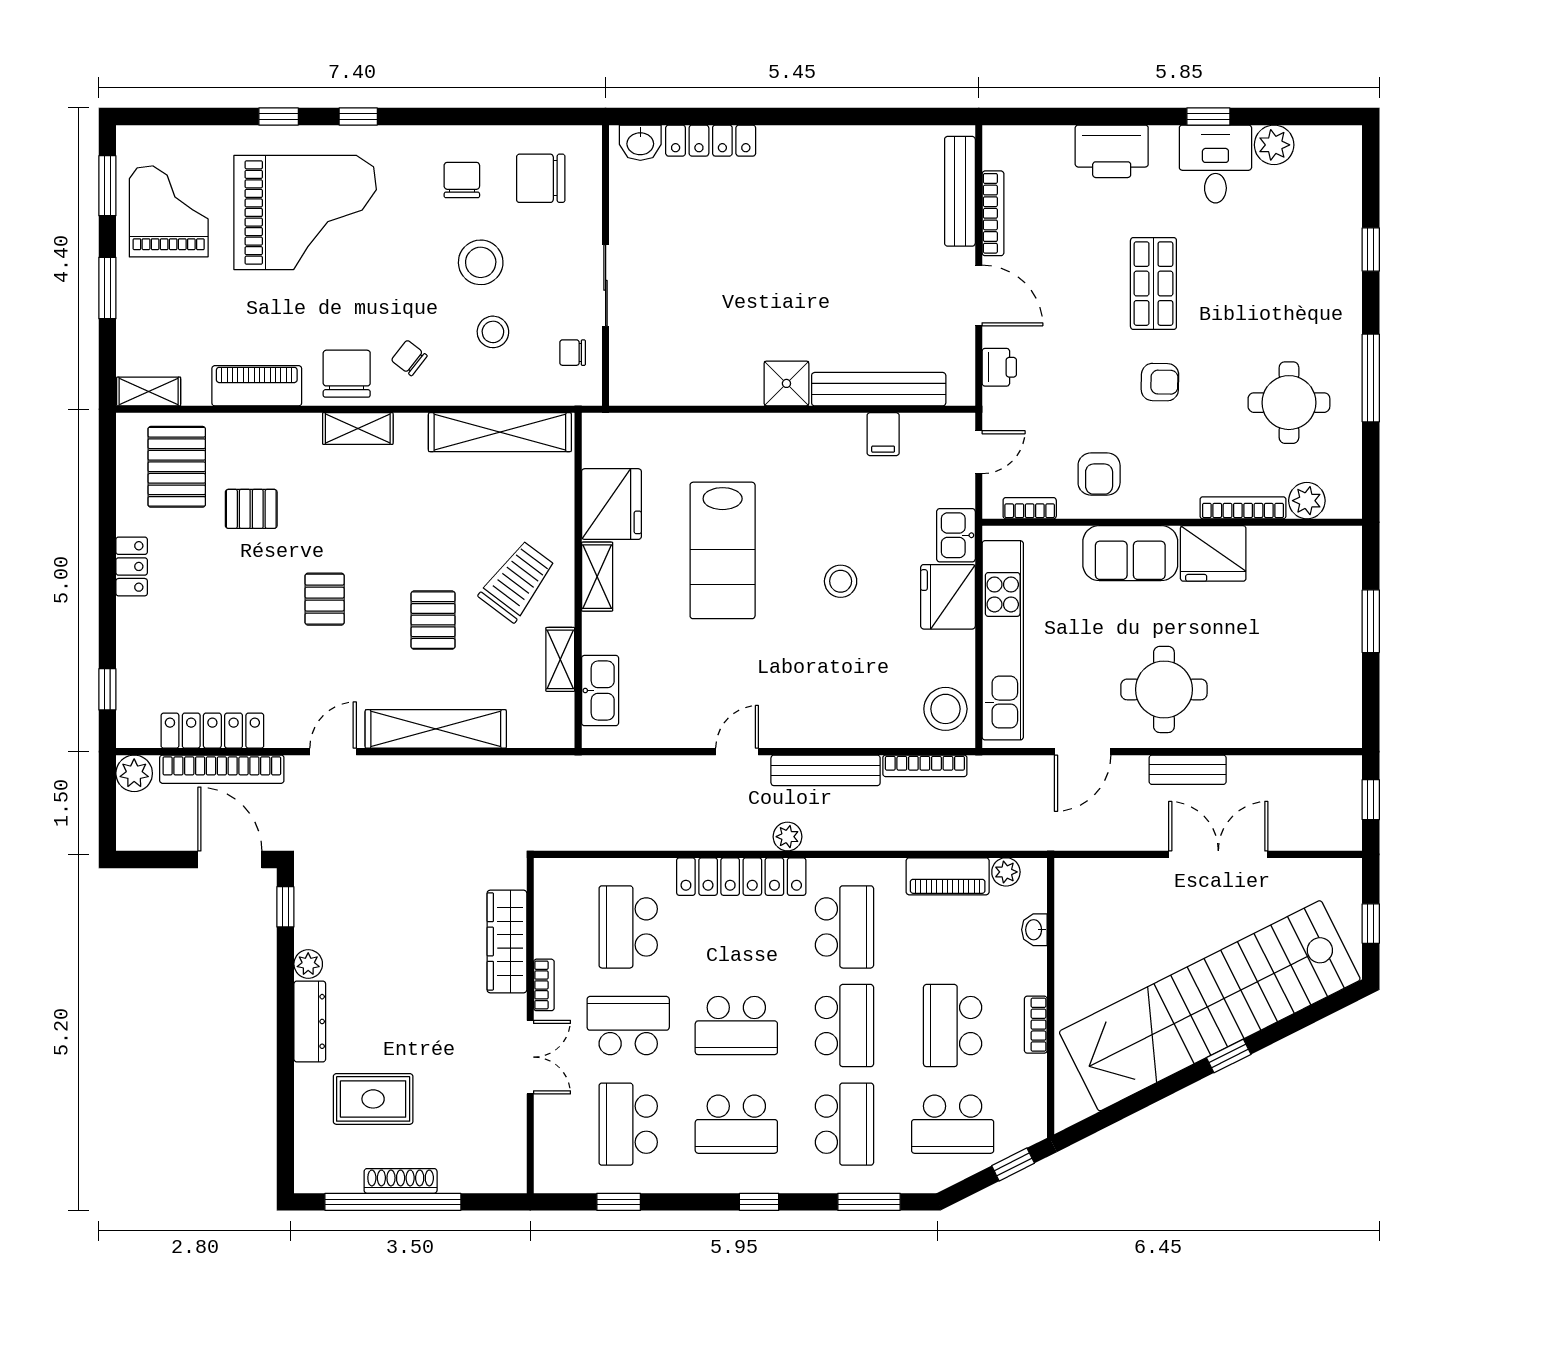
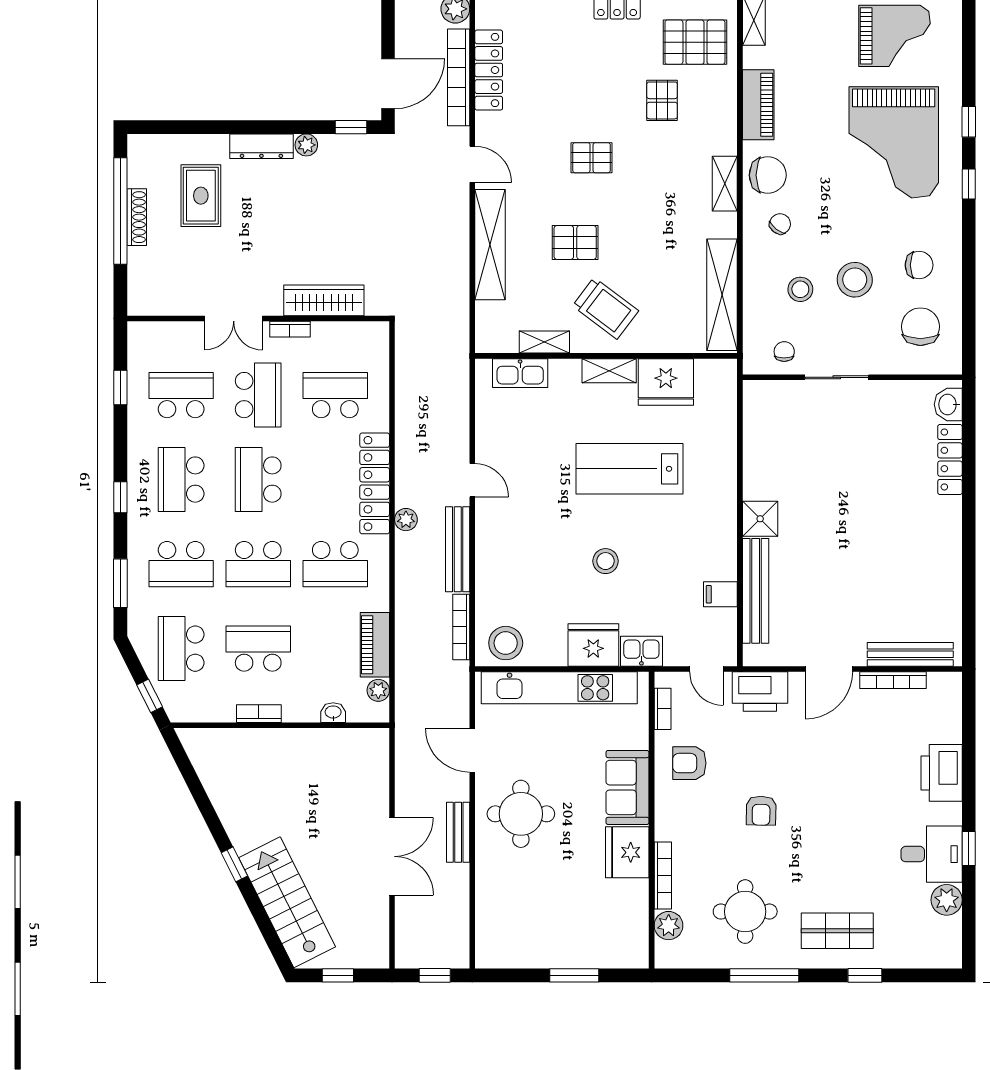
shop shelf: (1153, 284) -> (837, 931), moved
printer: (999, 367) -> (760, 692), width x1.87, depth x1.48
stairs: (1210, 1006) -> (287, 902), width x0.54, depth x0.66

